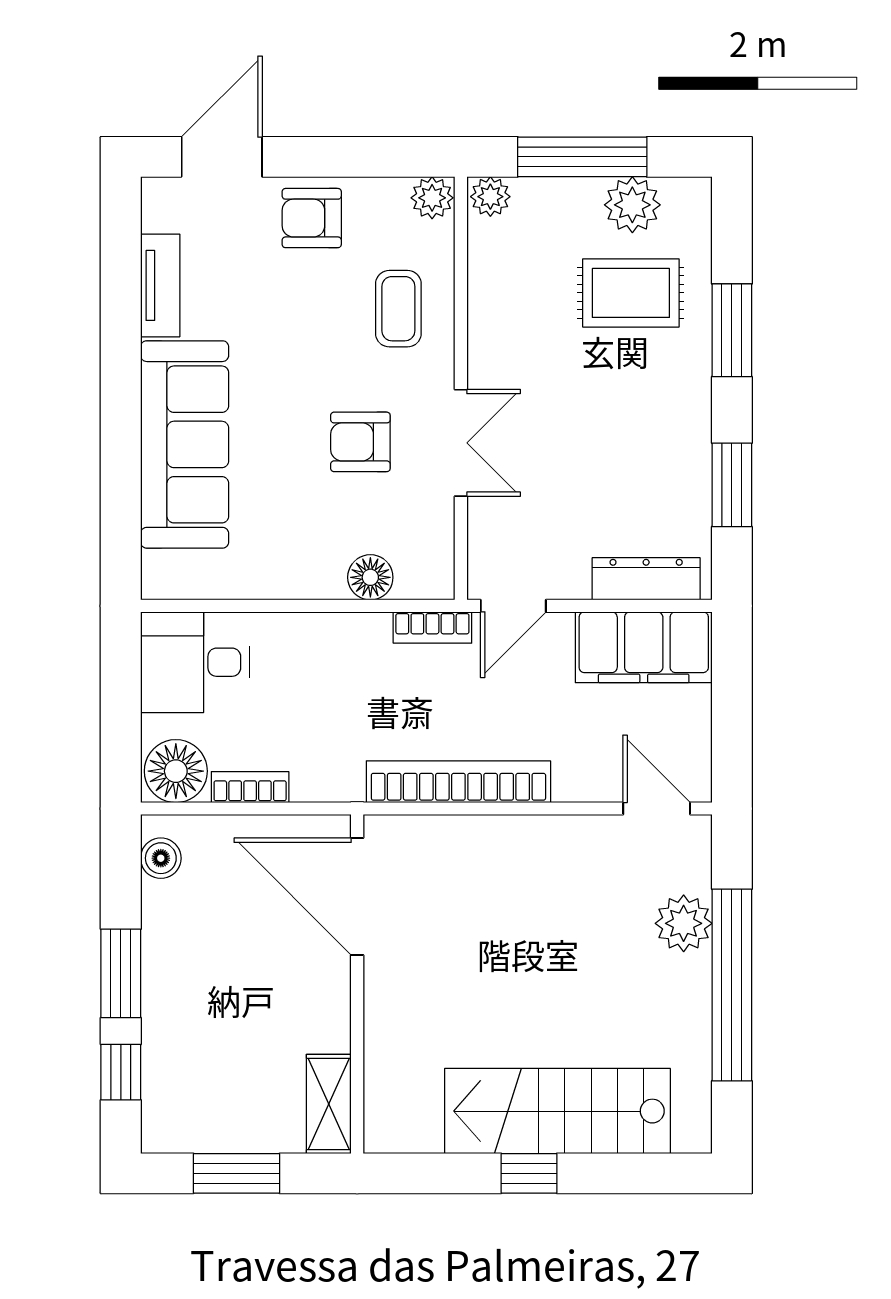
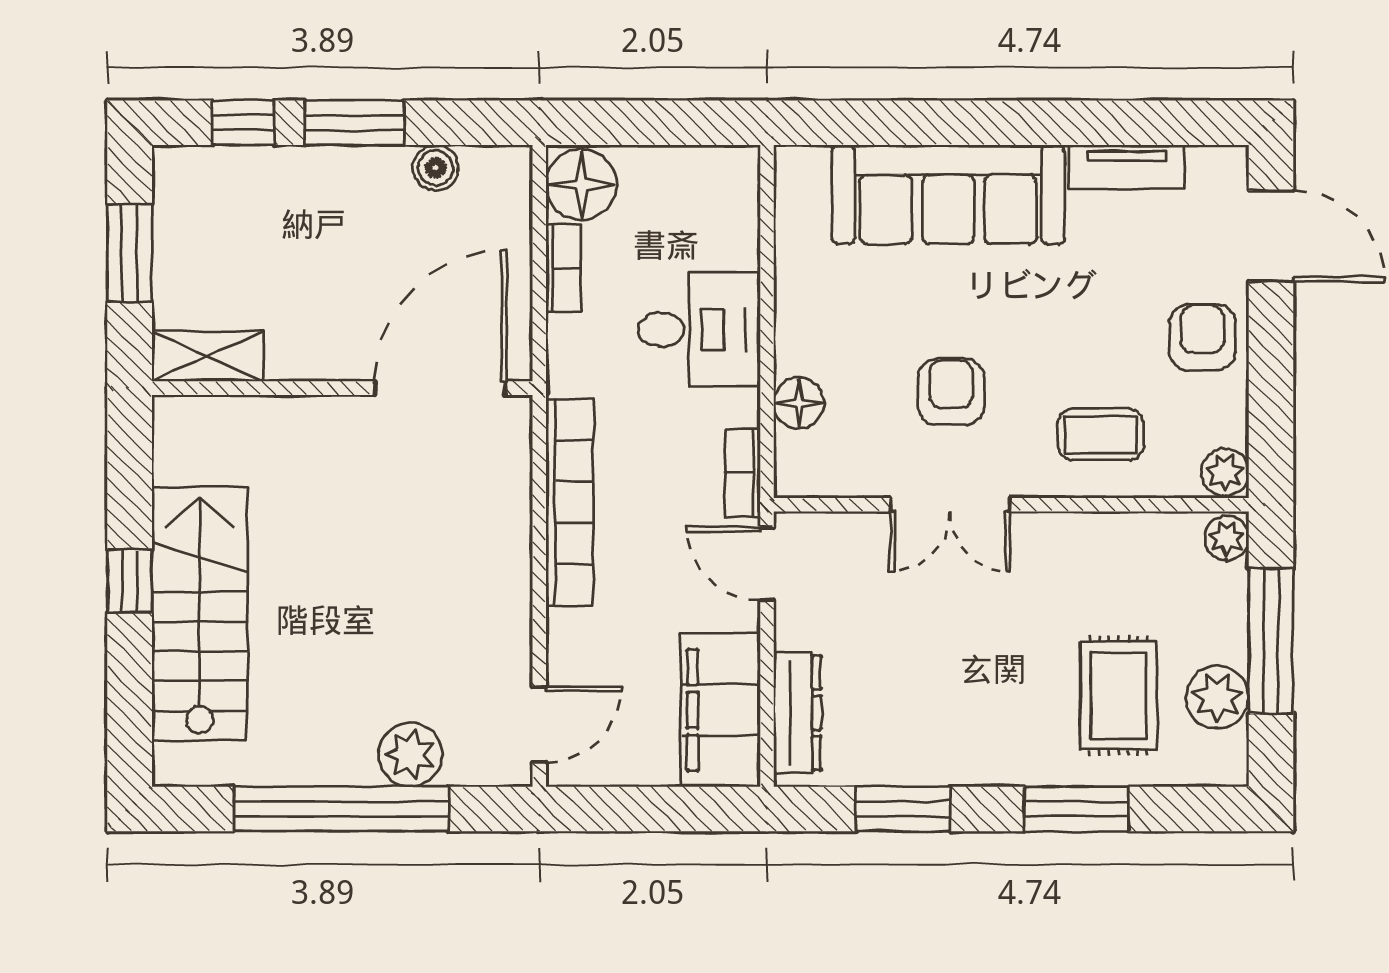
desk: (195, 662) -> (699, 330), moved, turned 90
boiler: (161, 858) -> (436, 168), moved

